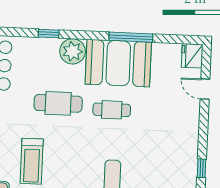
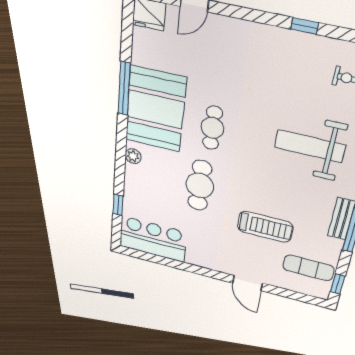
window: (49, 34) -> (118, 205), moved
plant: (73, 51) -> (133, 156), width x0.53, depth x0.53

